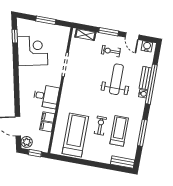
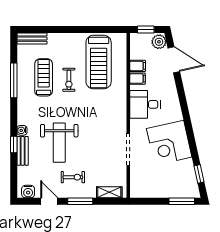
window: (46, 20) -> (182, 201), moved
corner desk: (33, 51) -> (169, 143), moved
window: (151, 84) -> (14, 144), width x0.32
treadmill: (119, 131) -> (44, 77), turned 180

